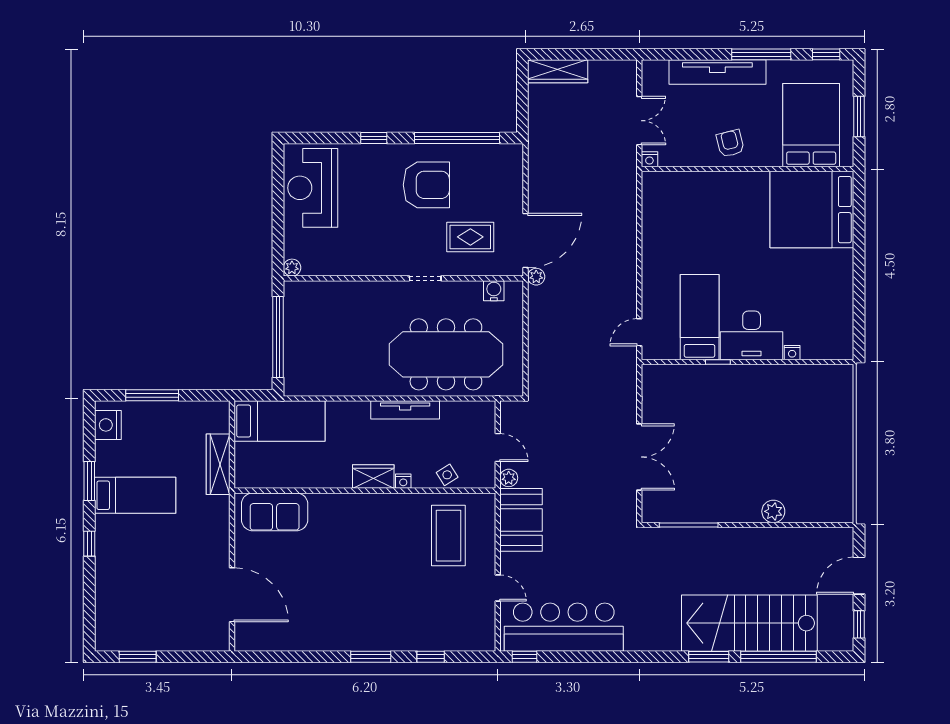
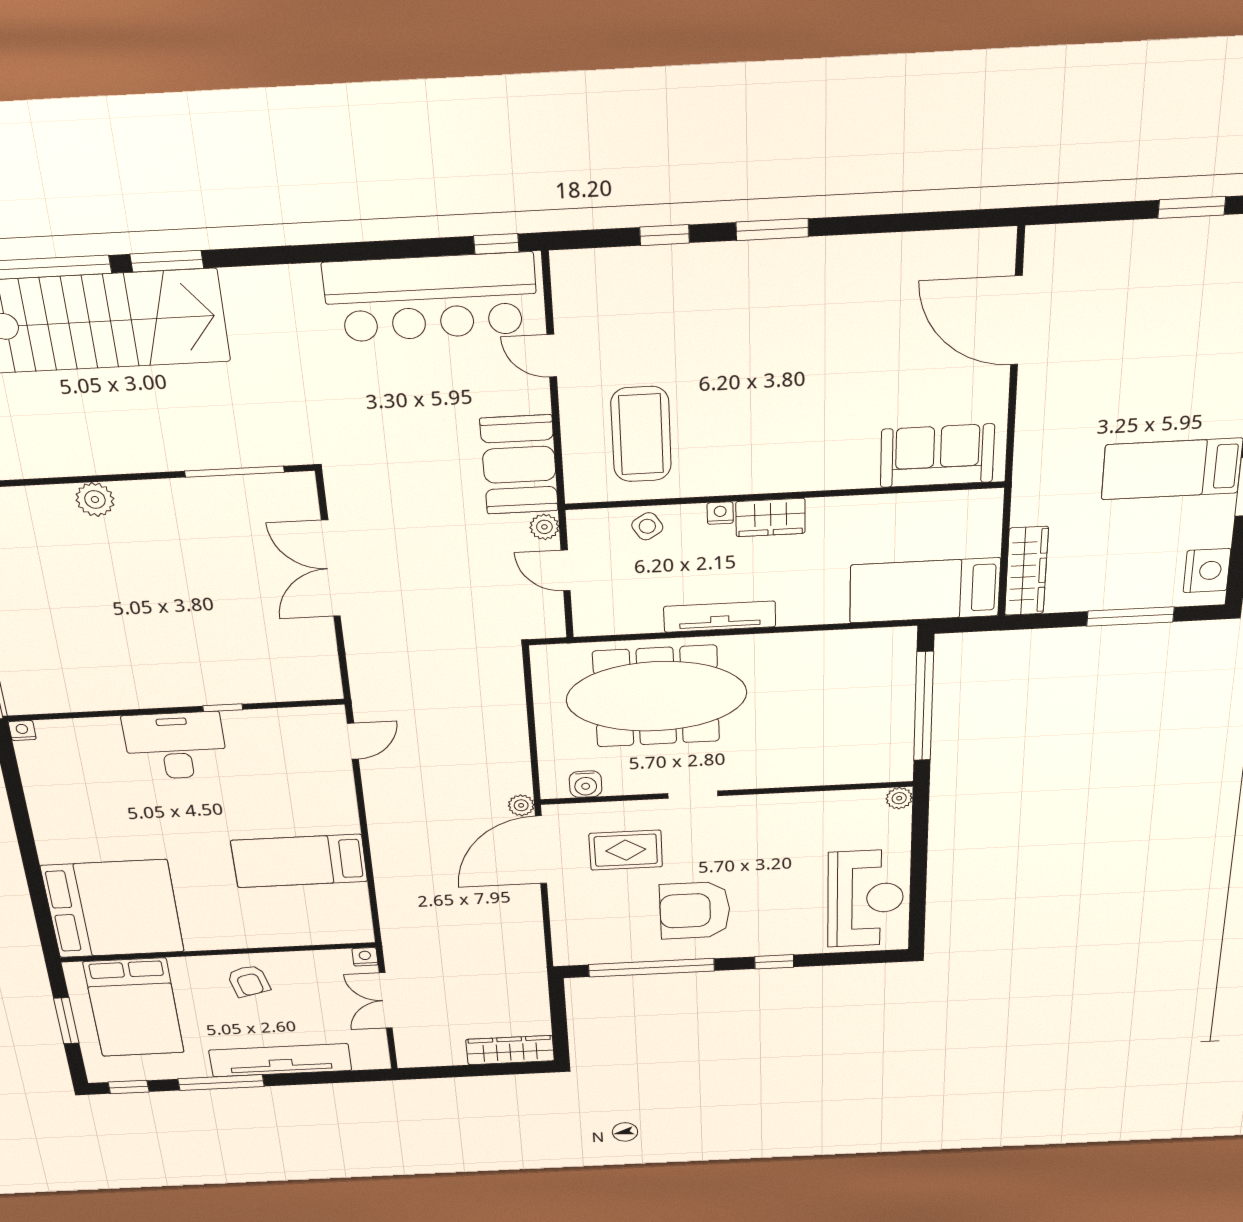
bed: (700, 317) -> (299, 861), moved, turned 90
nightstand: (792, 353) -> (22, 730), moved
wardrobe: (218, 464) -> (1026, 571), moved

